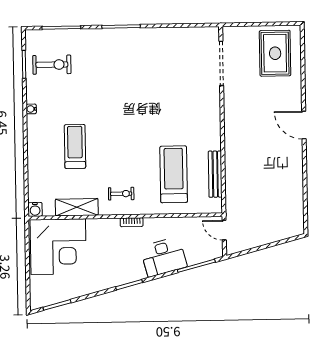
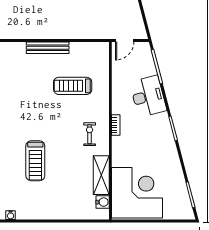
treadmill: (75, 146) -> (35, 161), moved, turned -90
treadmill: (174, 174) -> (73, 86), width x0.73, depth x0.73
bench: (215, 174) -> (48, 48), moved
water cooler: (35, 209) -> (103, 202), moved

